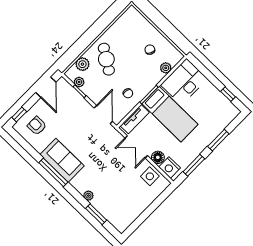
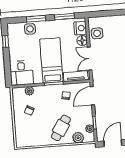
desk: (184, 82) -> (22, 73), width x0.73
side table: (216, 126) -> (30, 29), added
double door: (136, 147) -> (90, 59), swing flipped

